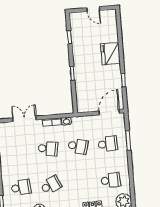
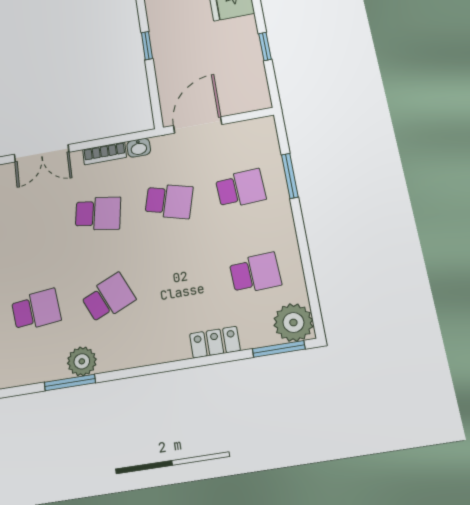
door: (109, 112) -> (198, 125), moved
double door: (24, 119) -> (42, 153), swing flipped

